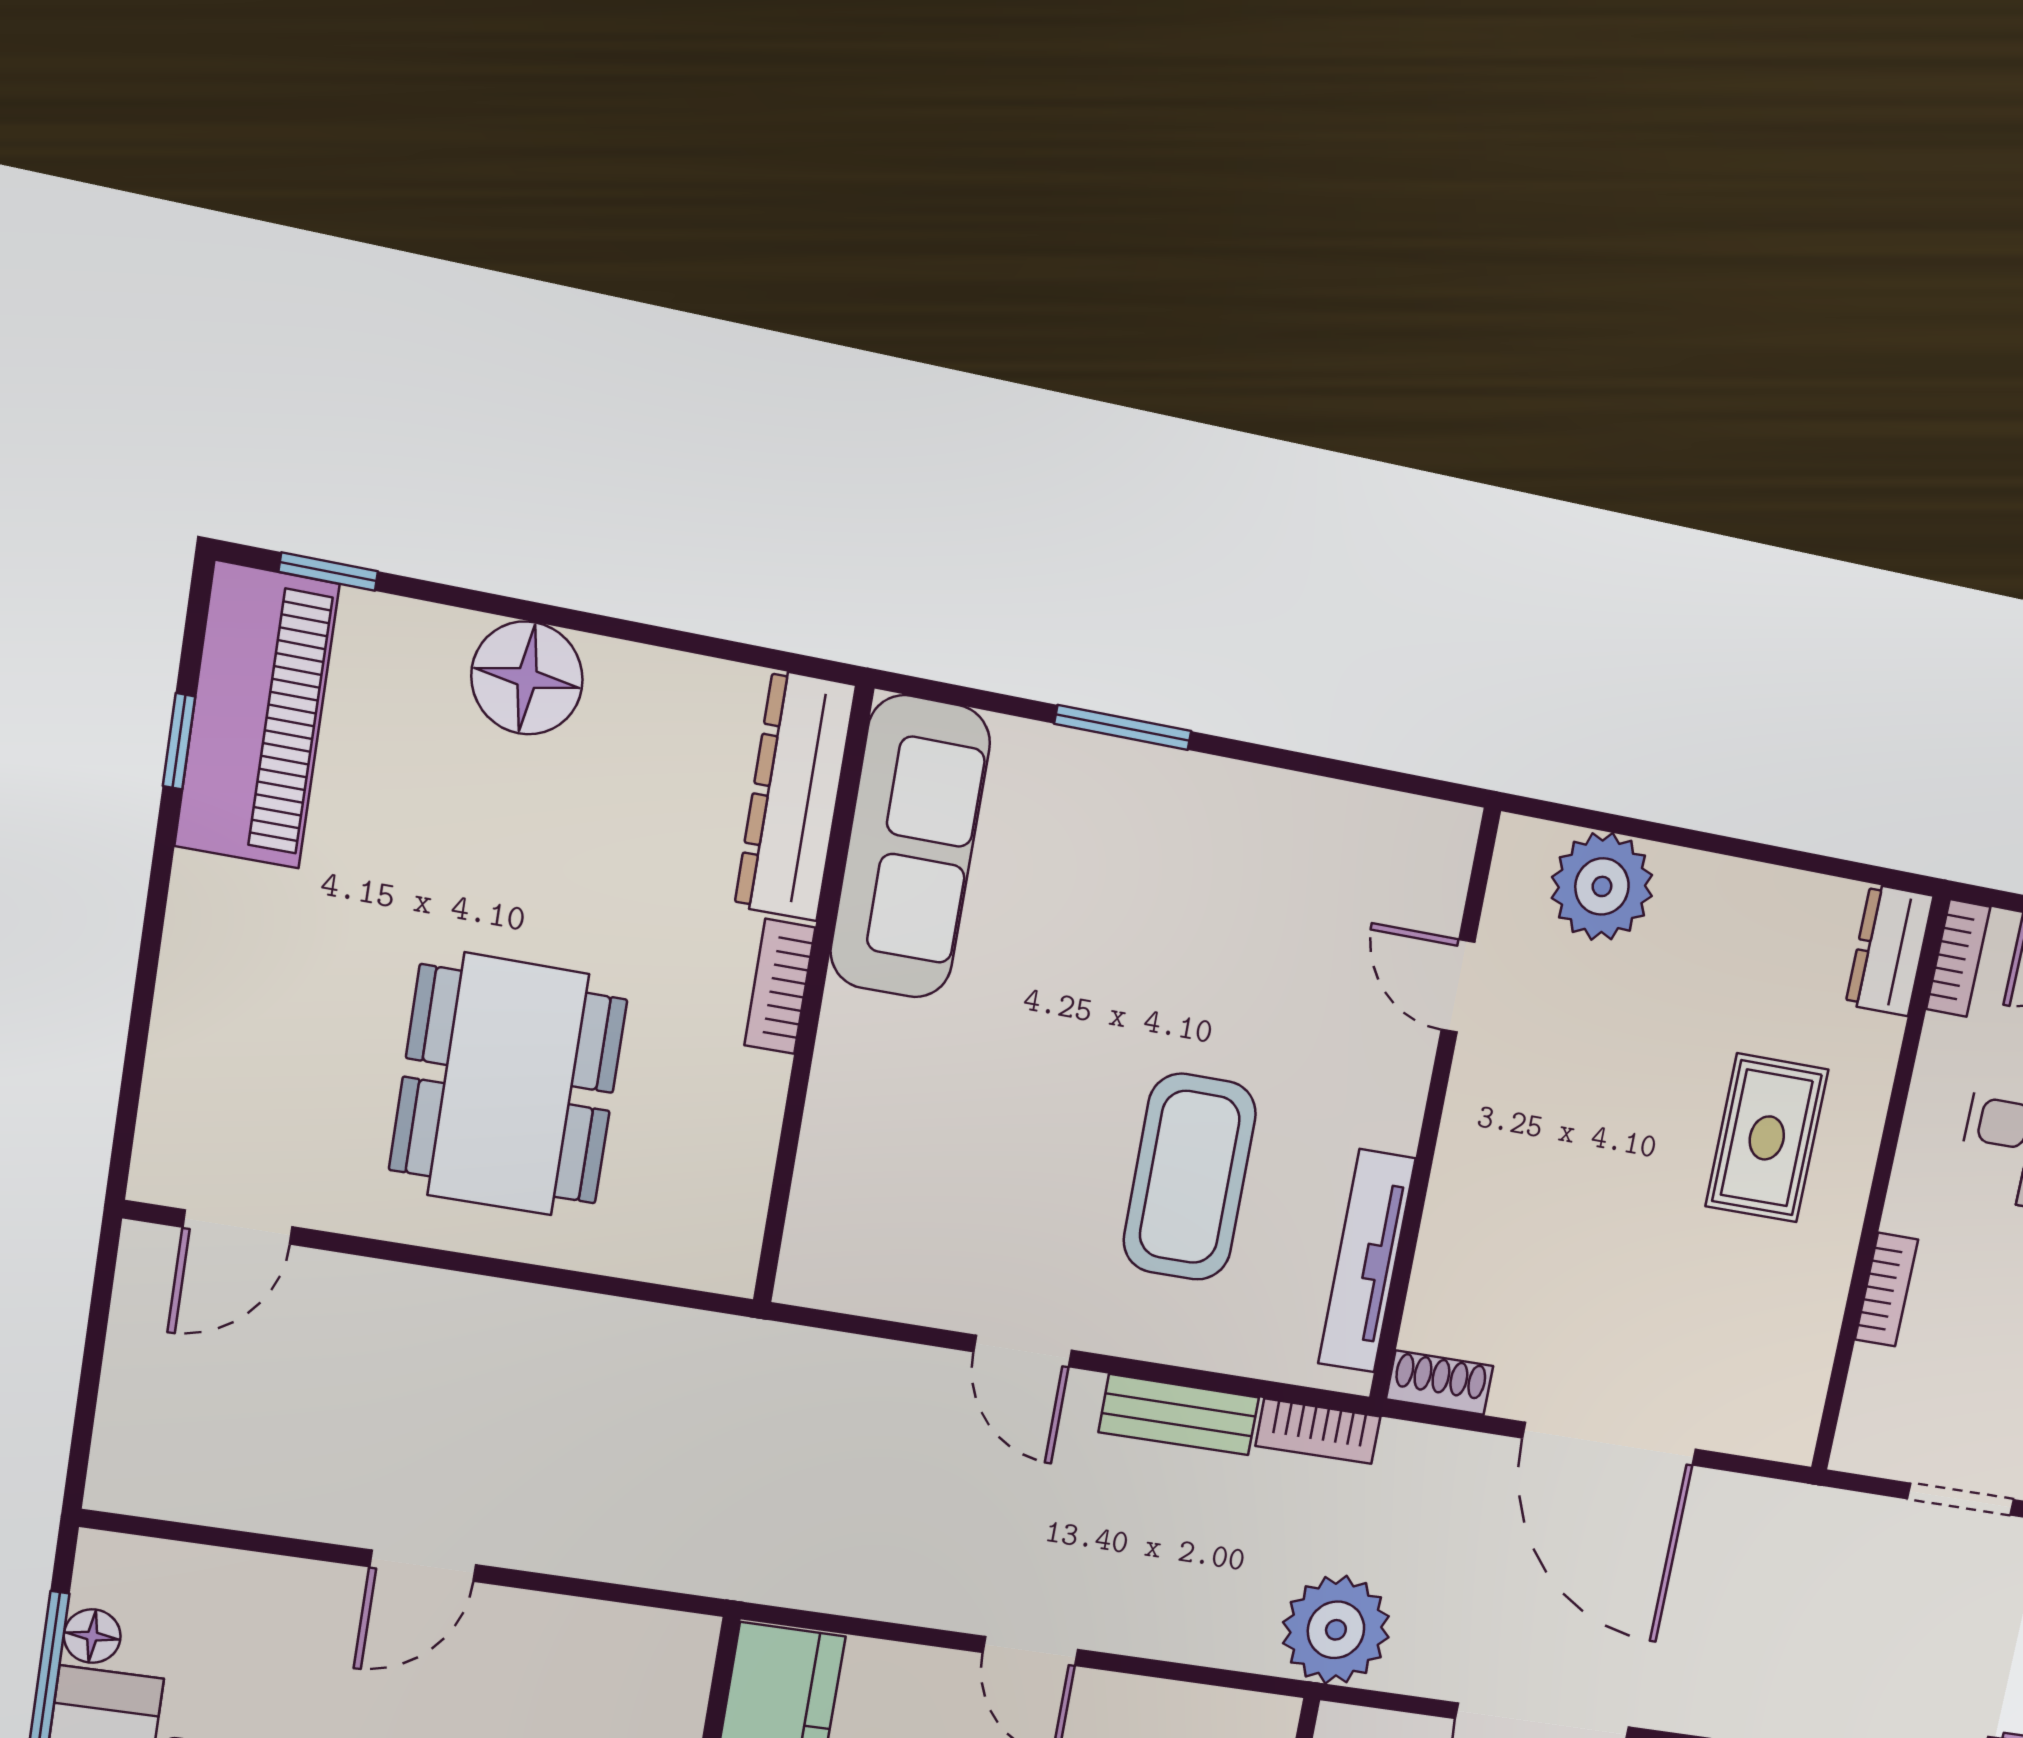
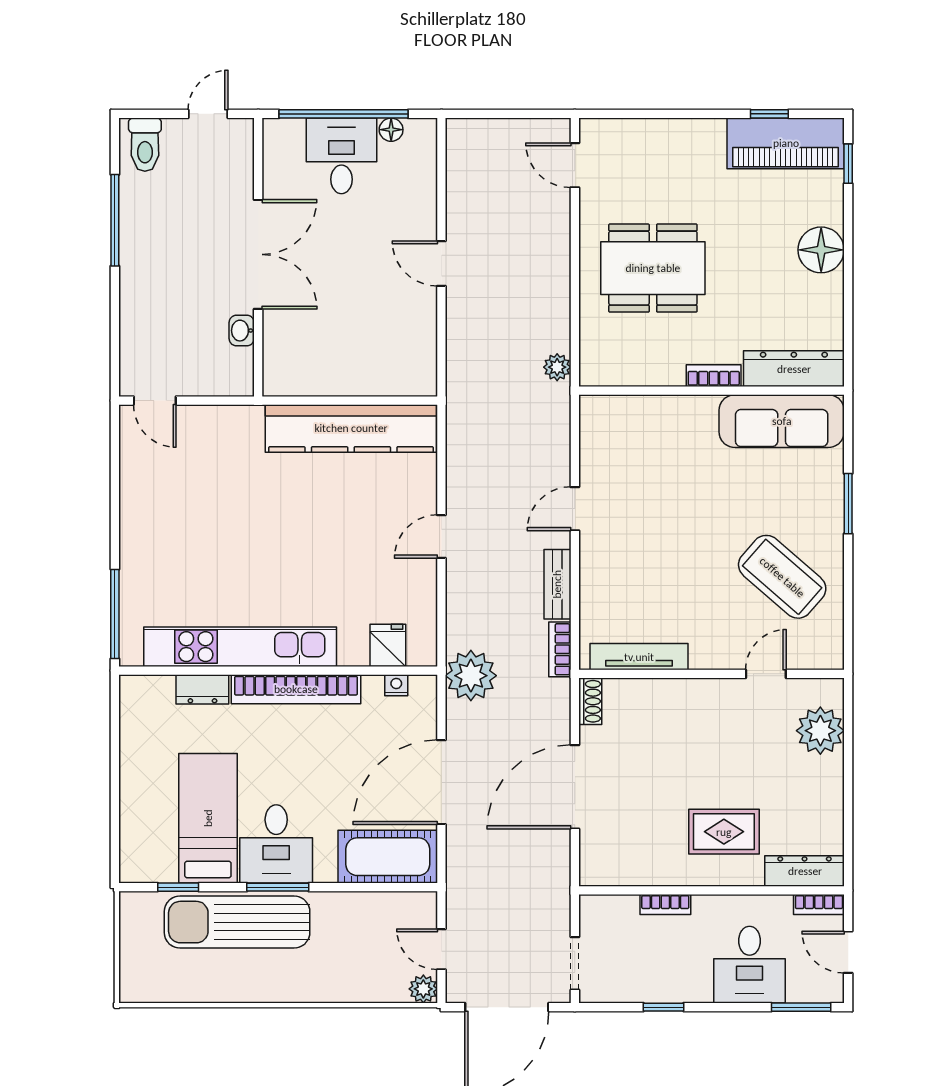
dresser: (1889, 950) -> (805, 871), width x1.44
coffee table: (1190, 1177) -> (782, 577), moved, turned 41
plant: (701, 1341) -> (557, 367), added

